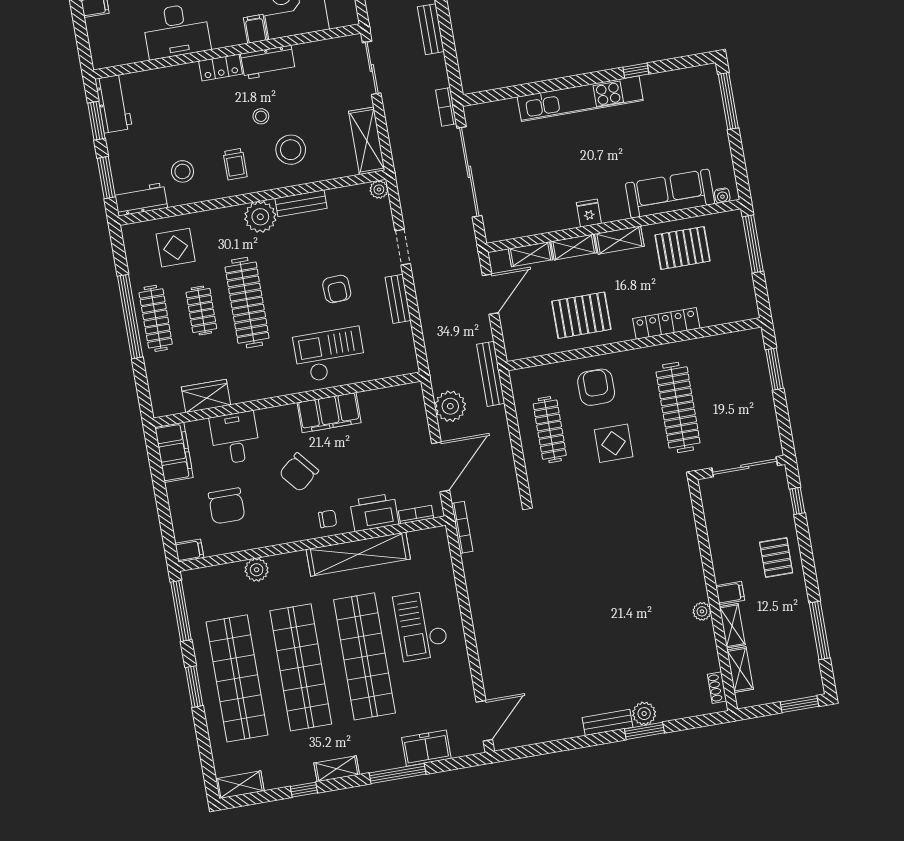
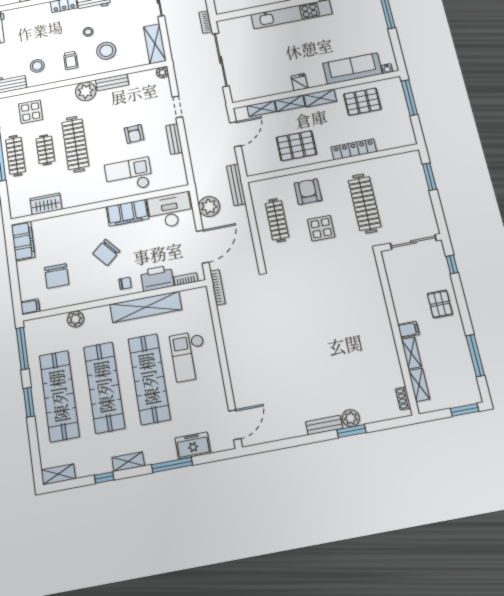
desk: (235, 438) -> (170, 210), moved, width x1.37
plant: (702, 611) -> (389, 343), removed

